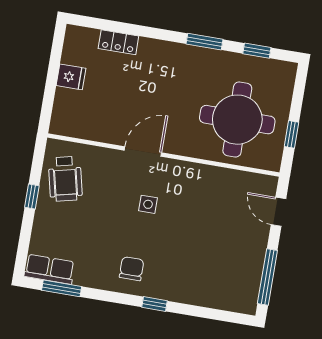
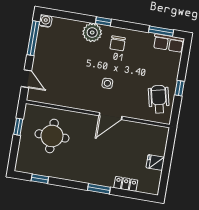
window: (205, 42) -> (99, 189), moved
round table: (237, 120) -> (52, 136), width x0.73, depth x0.73
plant: (173, 286) -> (92, 32), added
water cooler: (248, 305) -> (46, 21), added

